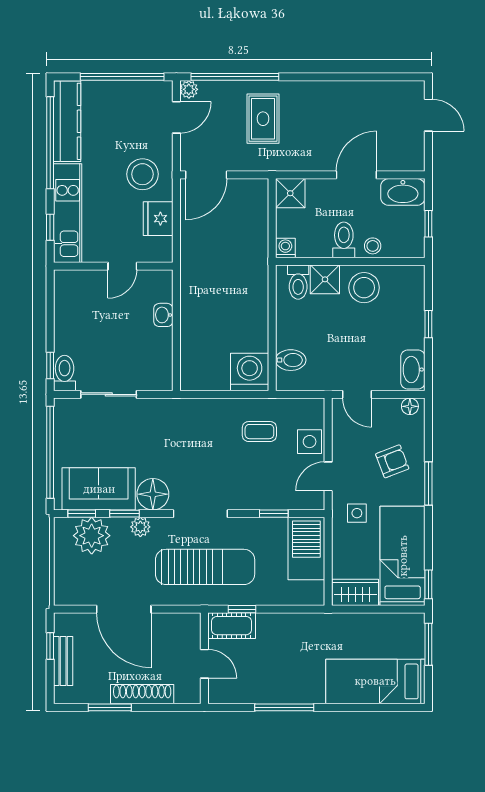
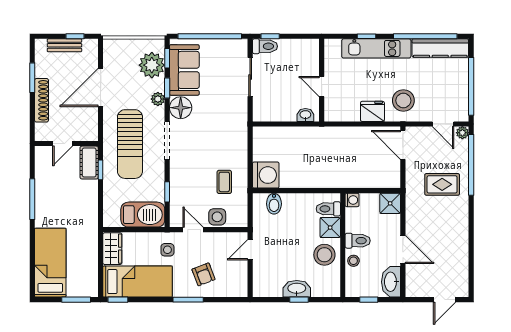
wall: (113, 266) -> (322, 80), moved
door: (122, 266) -> (322, 86), moved
washbasin: (413, 370) -> (297, 289), moved
floor lamp: (410, 406) -> (242, 287), removed

